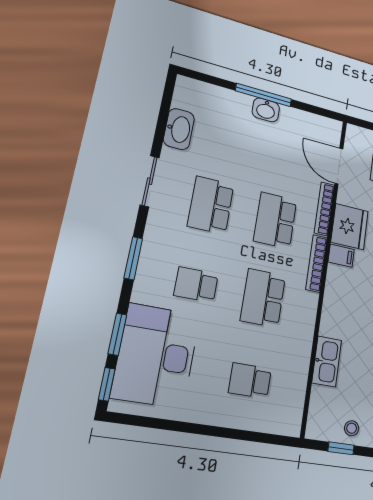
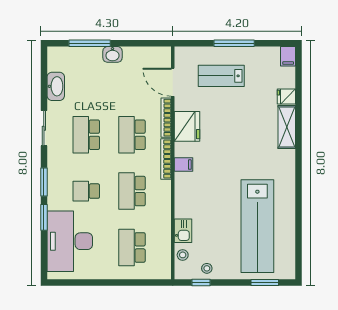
window: (264, 95) -> (90, 43), moved
filing cabinet: (341, 256) -> (183, 165), moved
window: (117, 334) -> (44, 217), moved
kitchen sink: (327, 361) -> (183, 231), width x0.73
school desk: (250, 381) -> (132, 247), width x1.85
window: (107, 384) -> (44, 263), removed
stool: (321, 403) -> (183, 255), added

